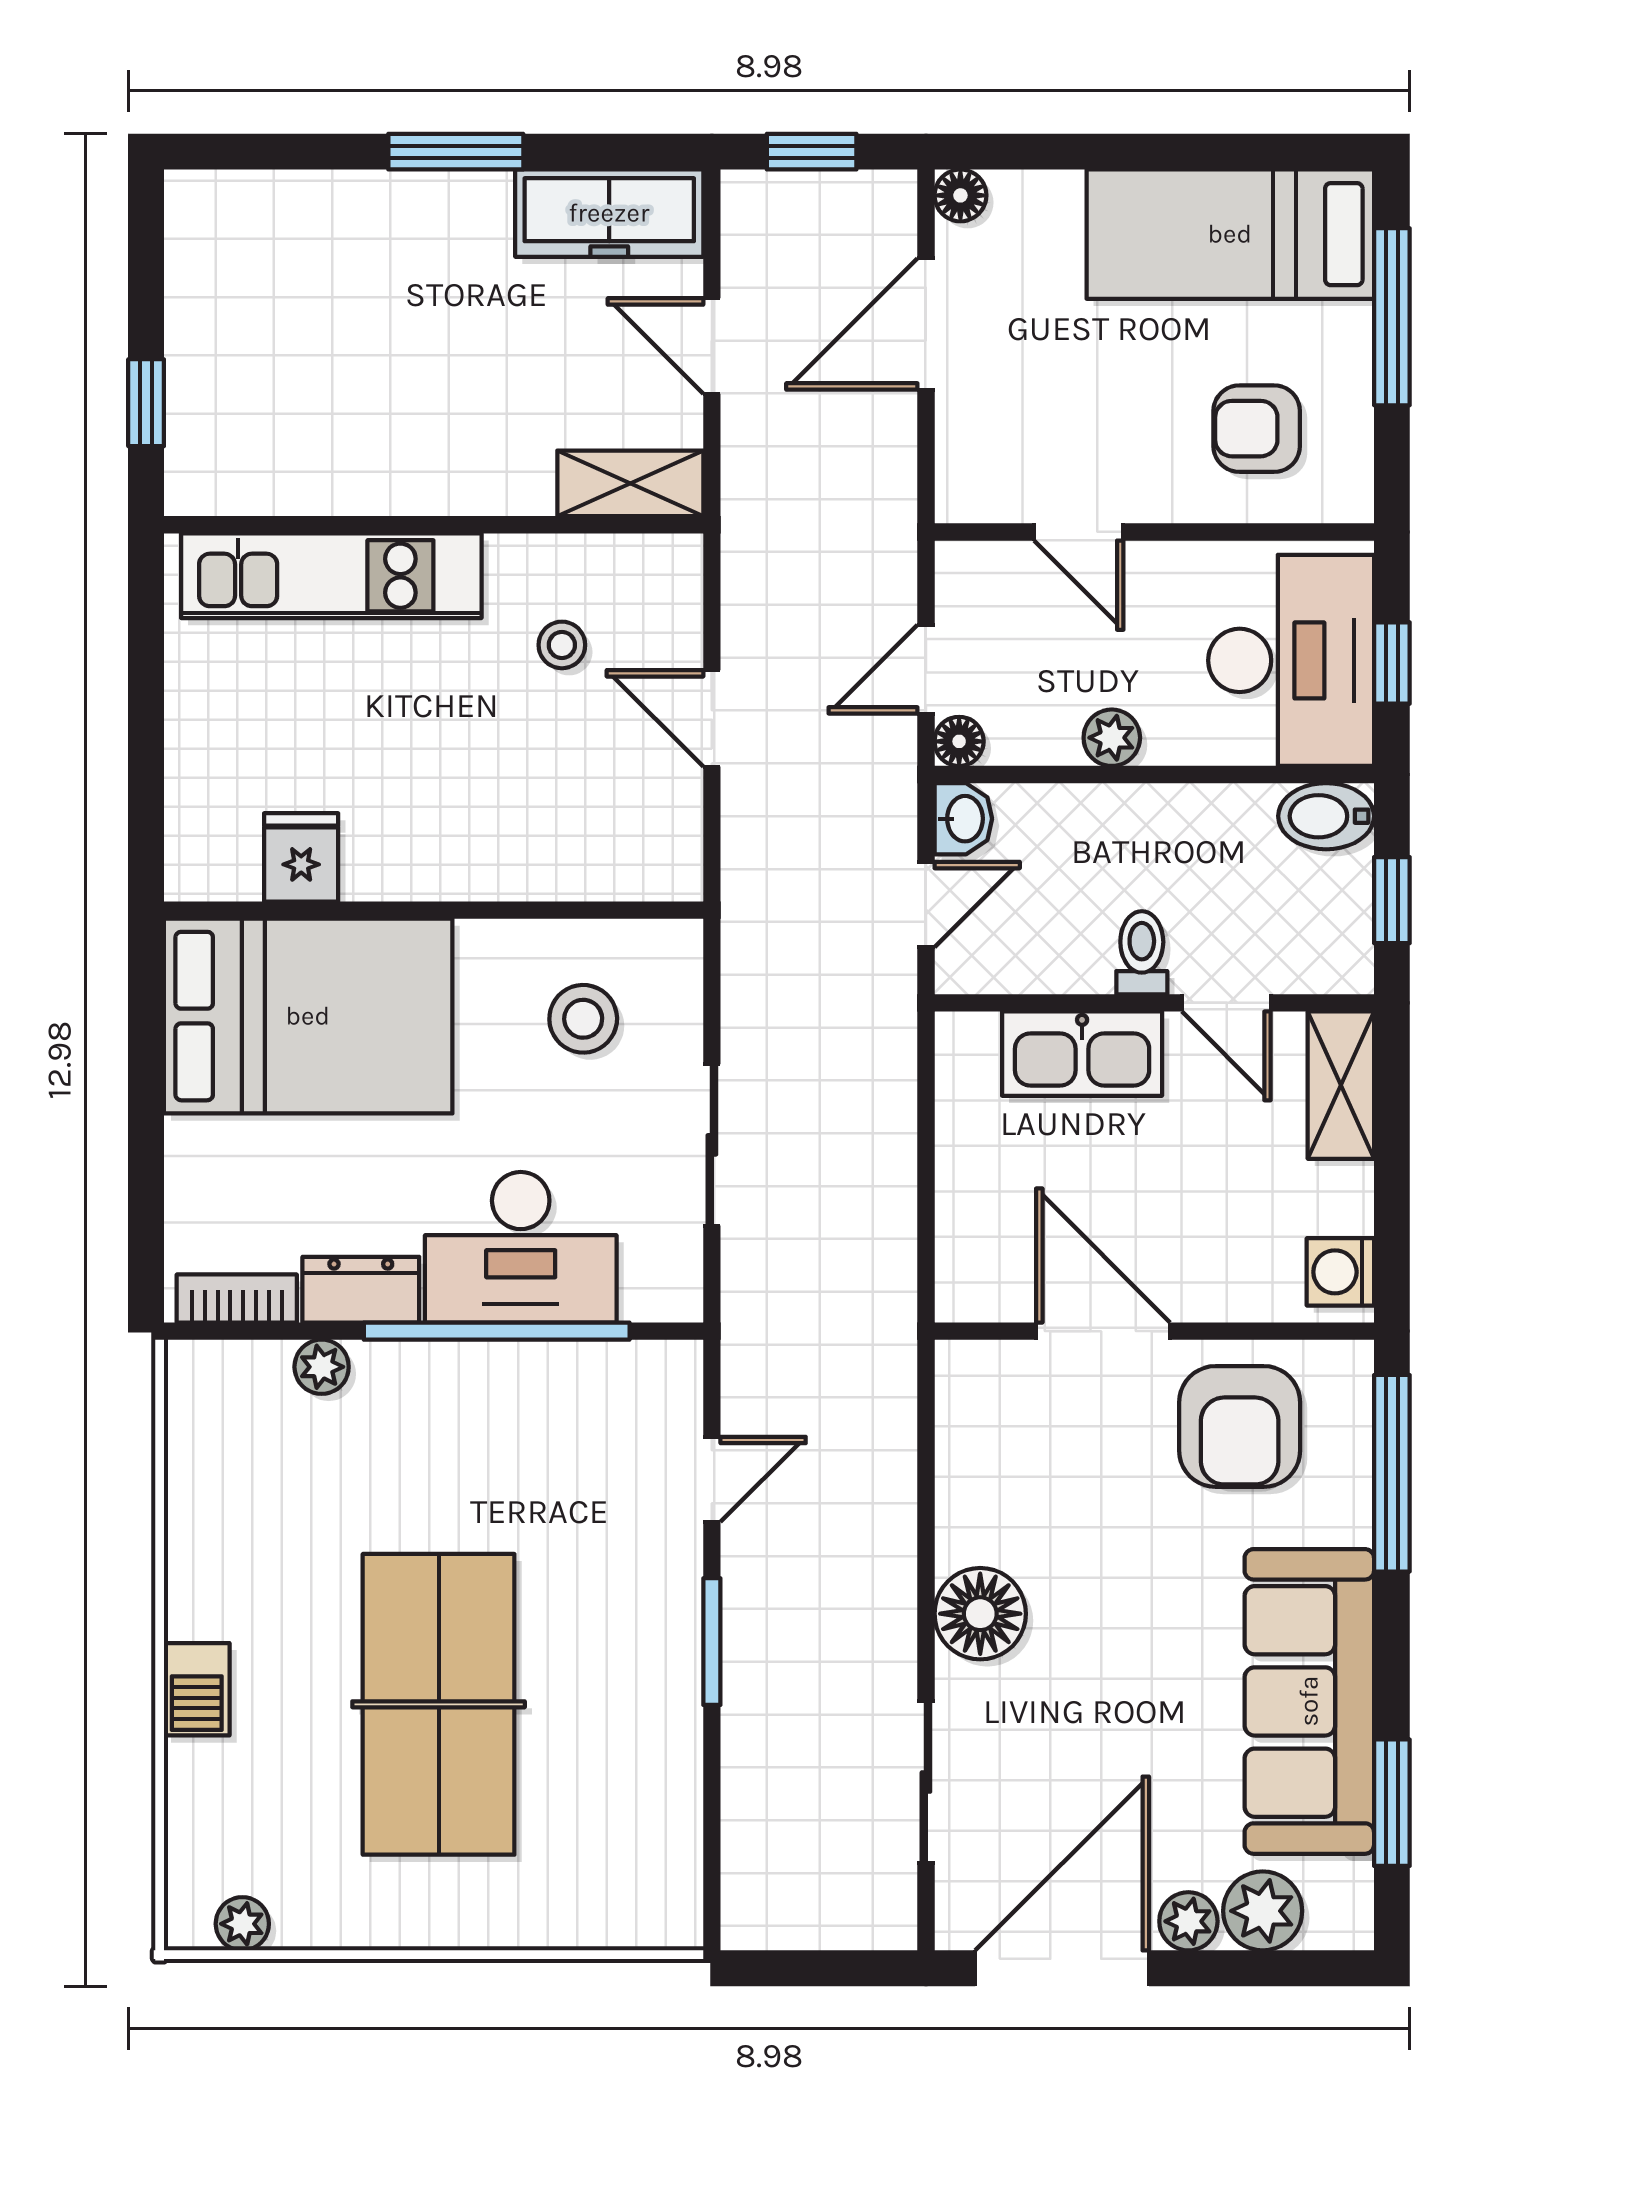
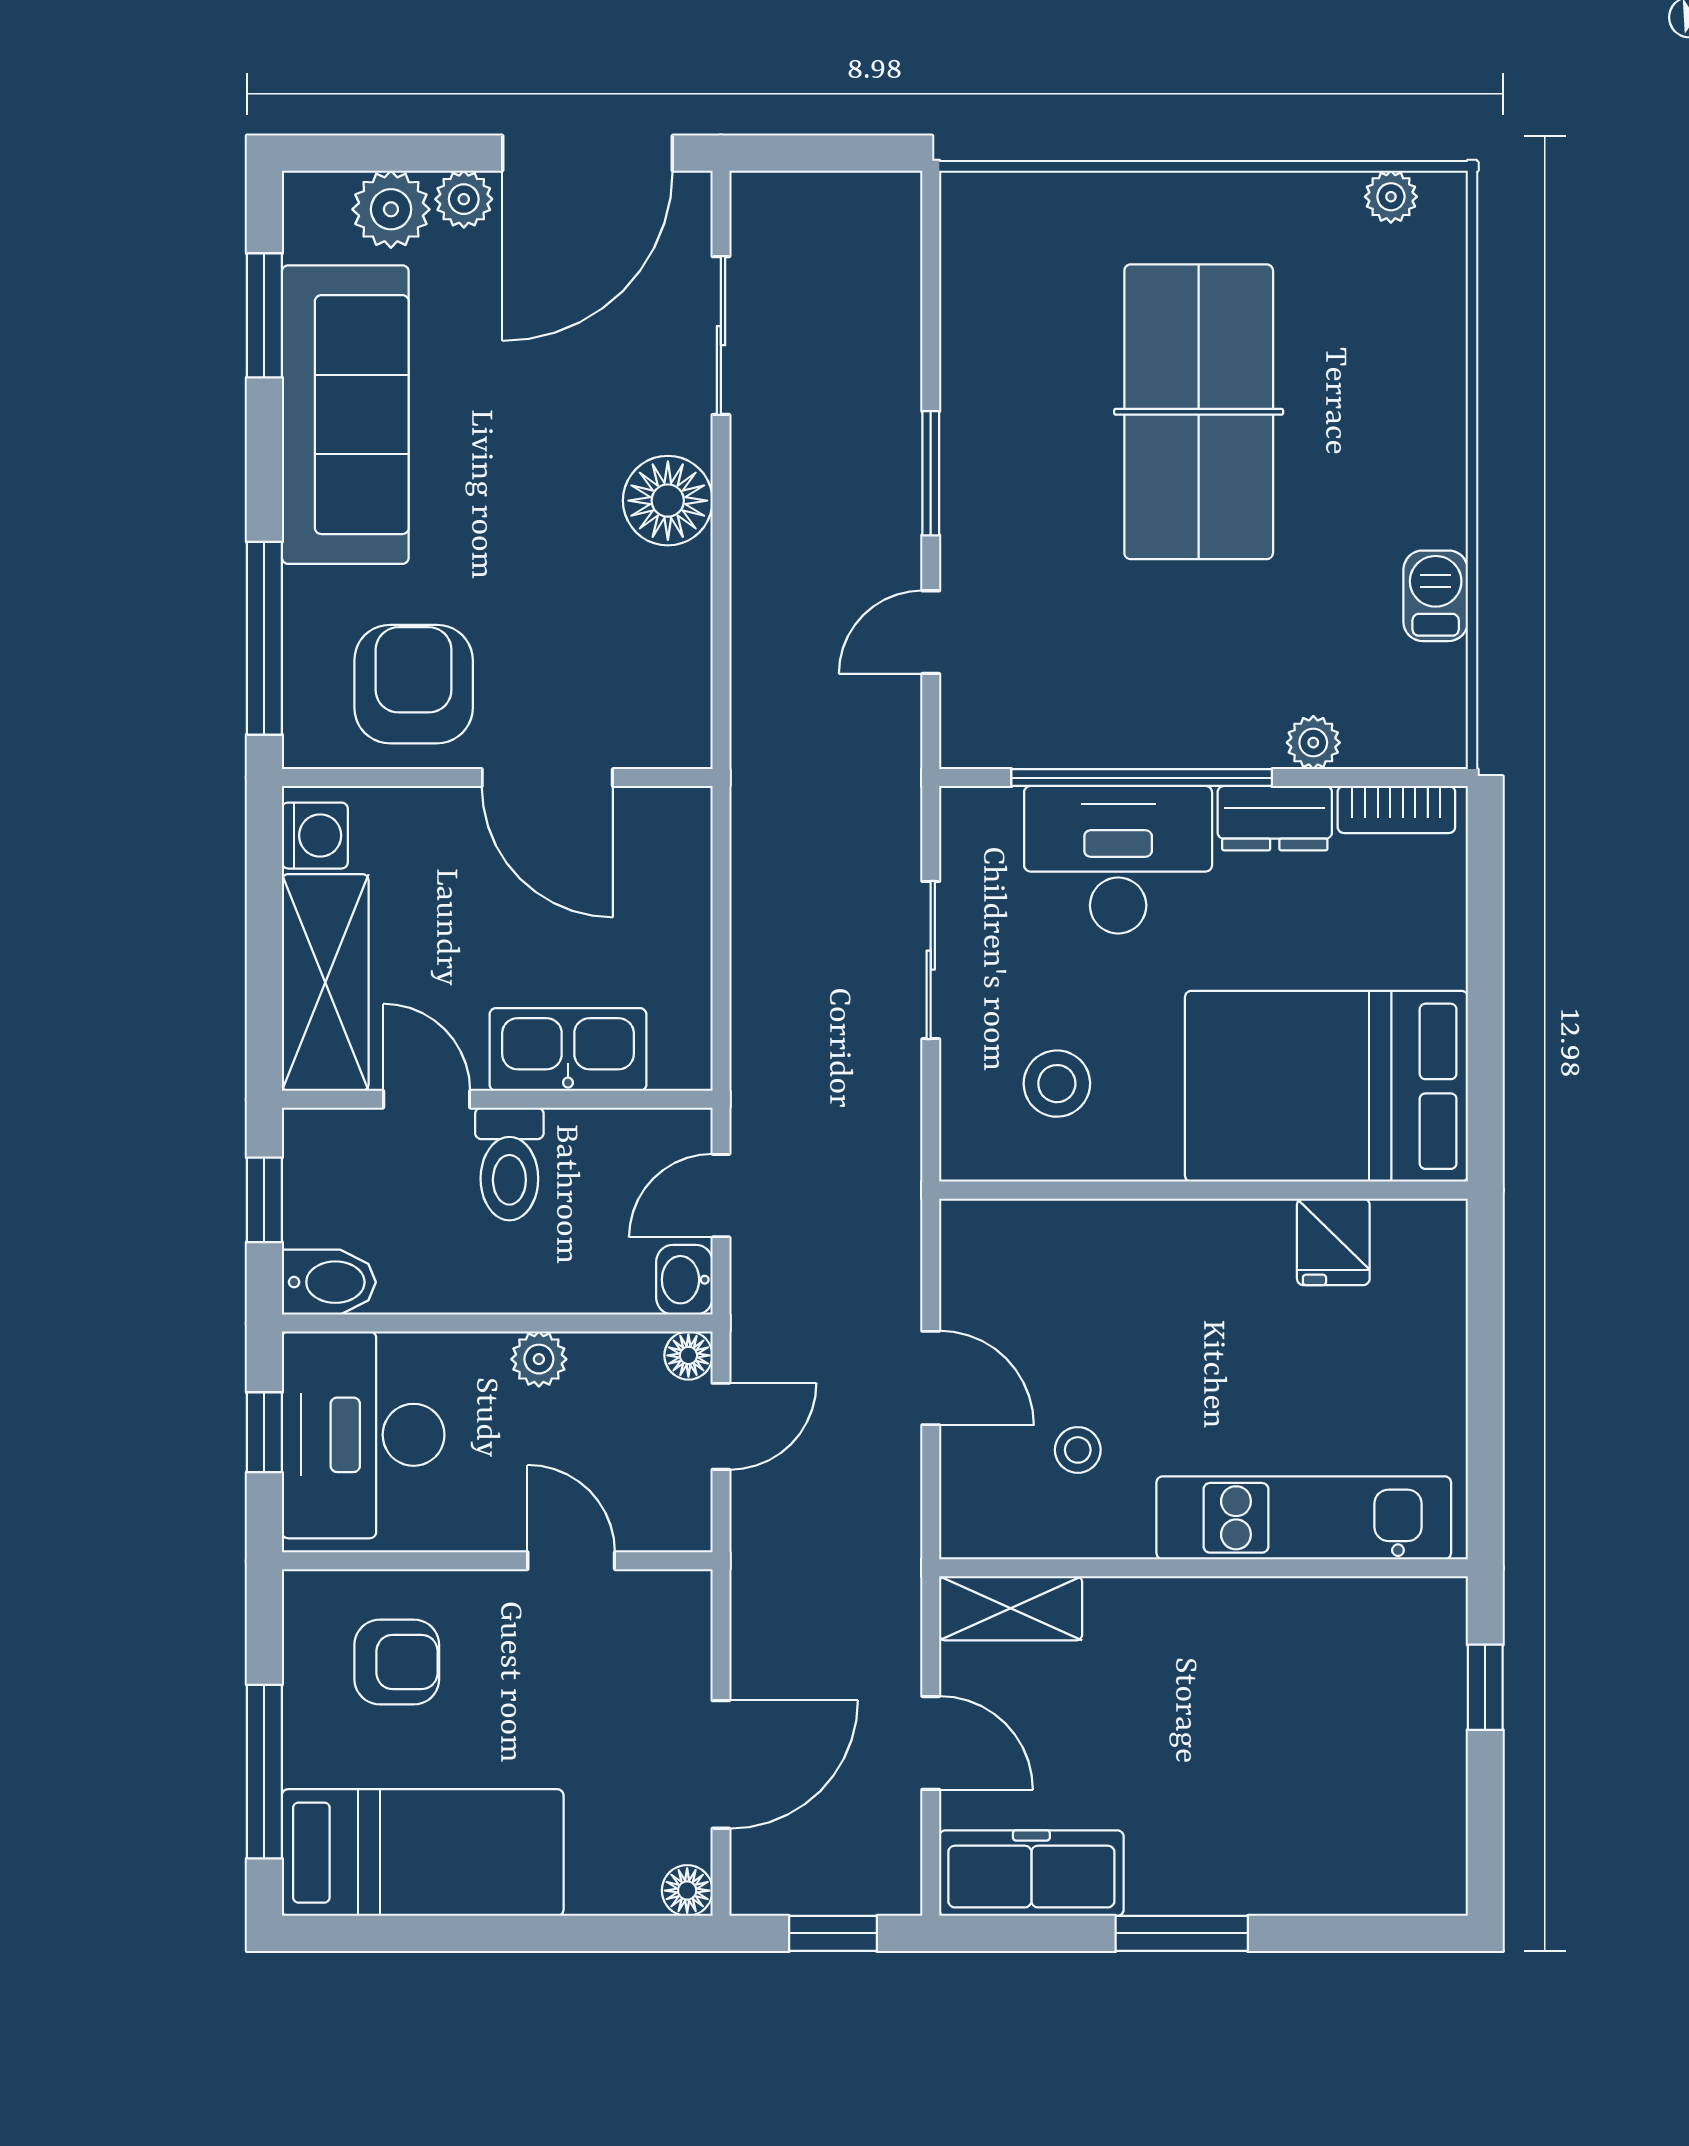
toilet: (1142, 953) -> (509, 1164), width x1.37, depth x1.39
shelving: (1341, 1085) -> (325, 982), width x1.50, depth x1.33
barbecue: (197, 1689) -> (1436, 596), moved

